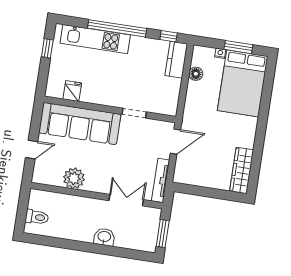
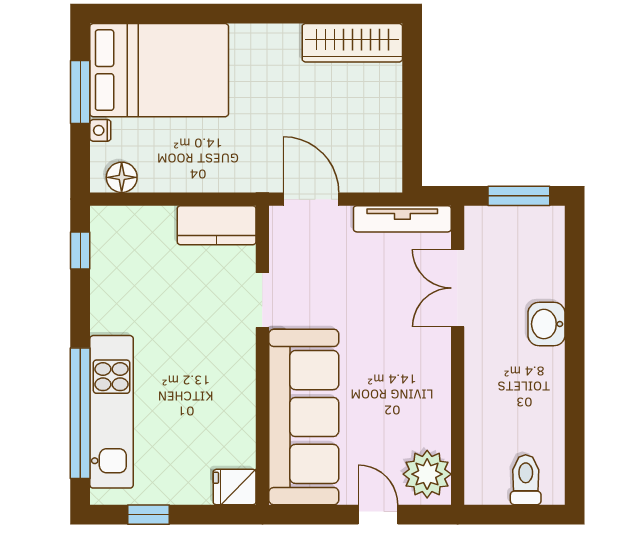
window: (117, 28) -> (80, 413), moved
kitchen counter: (176, 60) -> (217, 225), moved
floor lamp: (196, 74) -> (122, 177), moved
fridge: (72, 91) -> (235, 487), moved
plant: (74, 178) -> (427, 474), moved

